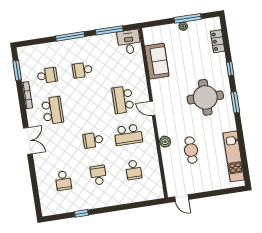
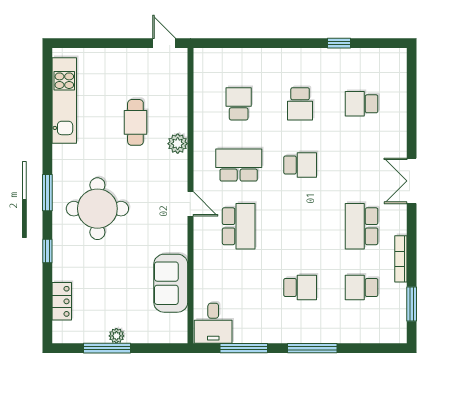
school desk: (63, 181) -> (362, 104), turned -90

